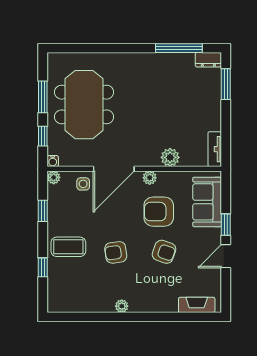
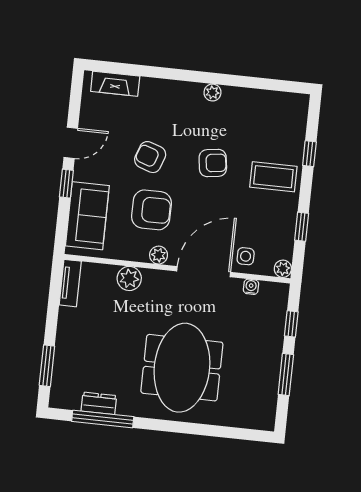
dresser: (208, 60) -> (99, 403), moved
meeting table: (84, 105) -> (182, 368), moved
water cooler: (53, 161) -> (251, 287), moved

